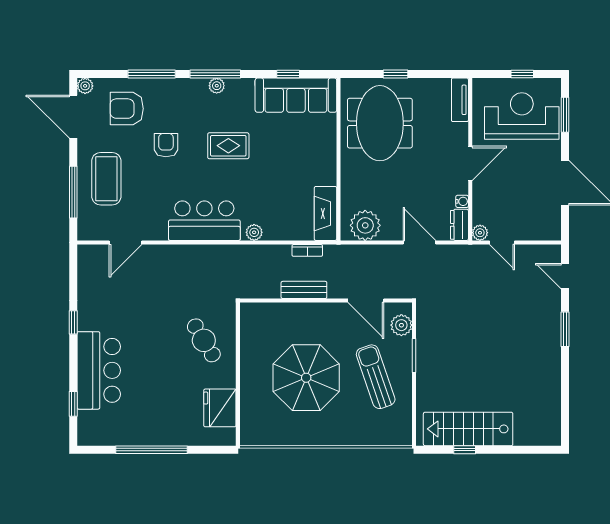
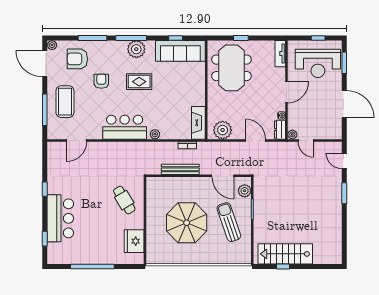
plant: (217, 86) -> (136, 49), width x1.88, depth x1.88
reception desk: (522, 116) -> (318, 63), turned 180
bench: (304, 290) -> (180, 169), width x1.36

